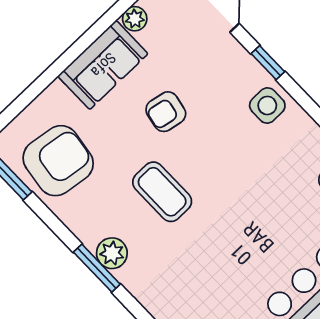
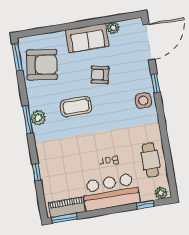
coffee table: (162, 192) -> (76, 107), turned 90

